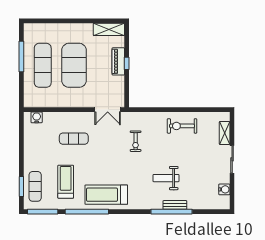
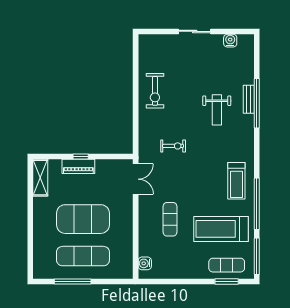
shelving: (225, 133) -> (163, 40), removed
treadmill: (66, 182) -> (221, 229), width x1.37, depth x1.38
treadmill: (106, 195) -> (236, 181), width x0.73, depth x0.73

